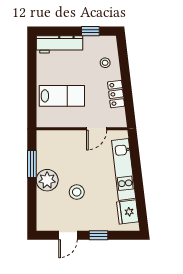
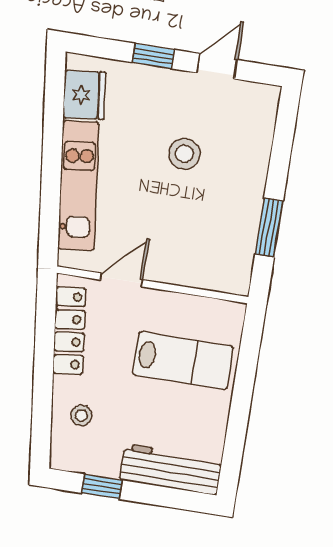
locker: (116, 94) -> (69, 331), width x1.53
lab bench: (62, 96) -> (183, 360), turned 180
plant: (47, 180) -> (242, 189), removed

